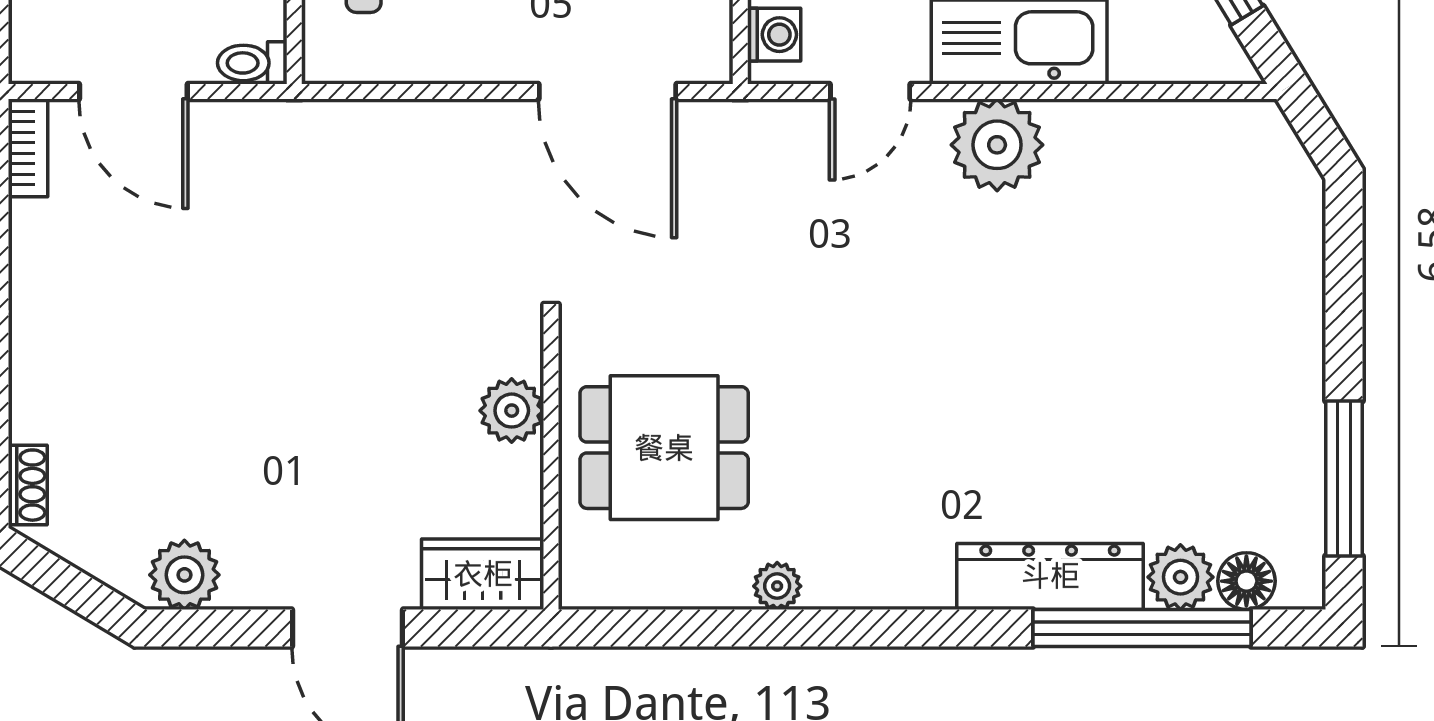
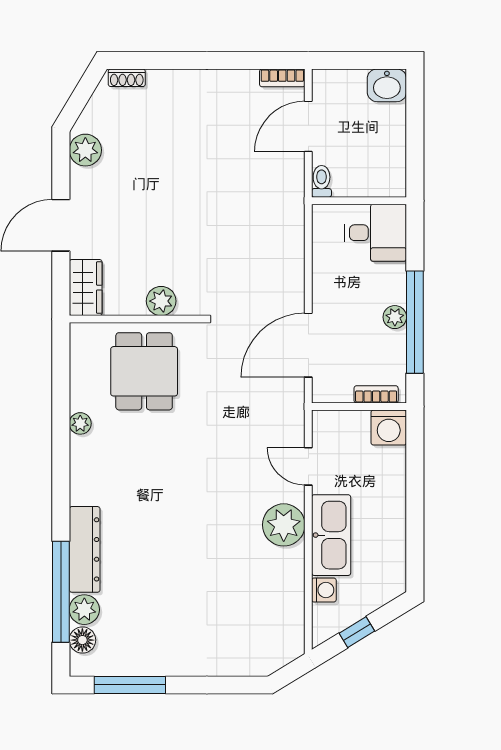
washing machine: (774, 35) -> (324, 590), moved, turned -90

